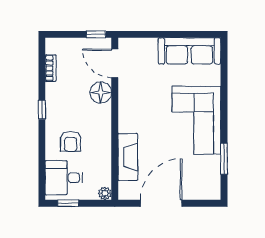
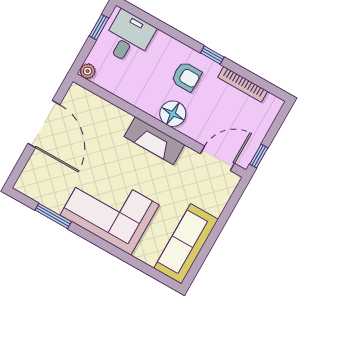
bookcase: (51, 68) -> (243, 84), width x1.56
floor lamp: (101, 92) -> (173, 114), moved
armchair: (71, 141) -> (186, 77), moved, turned 180
fireplace: (128, 157) -> (154, 141), moved

